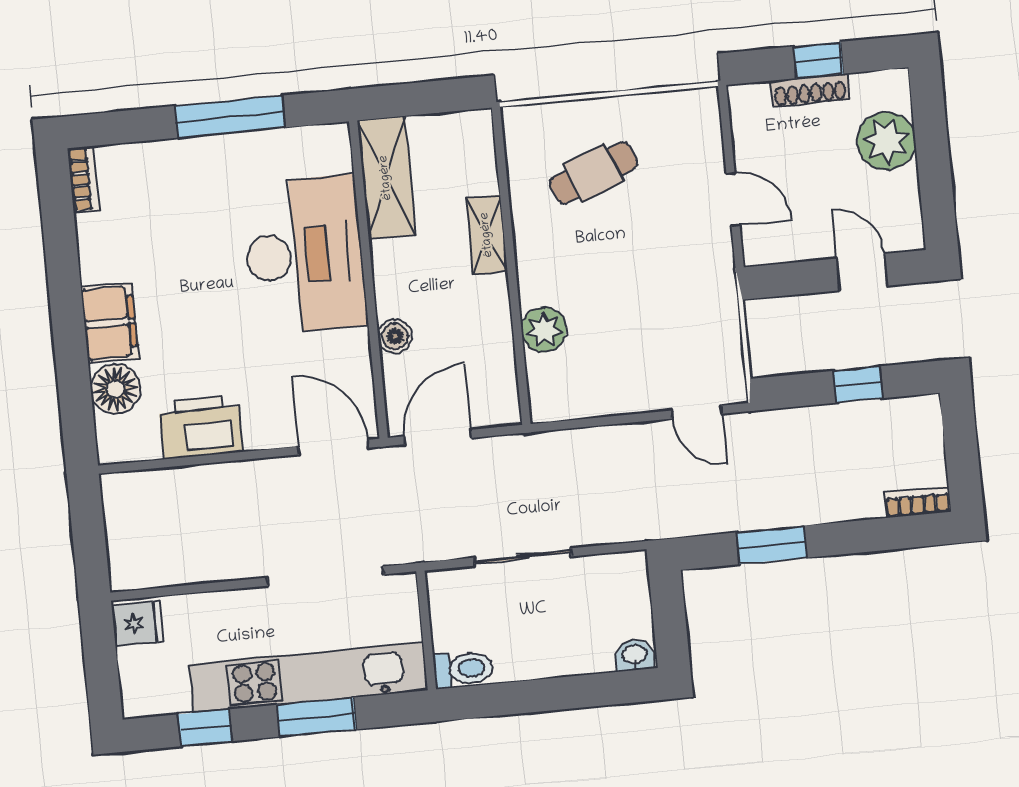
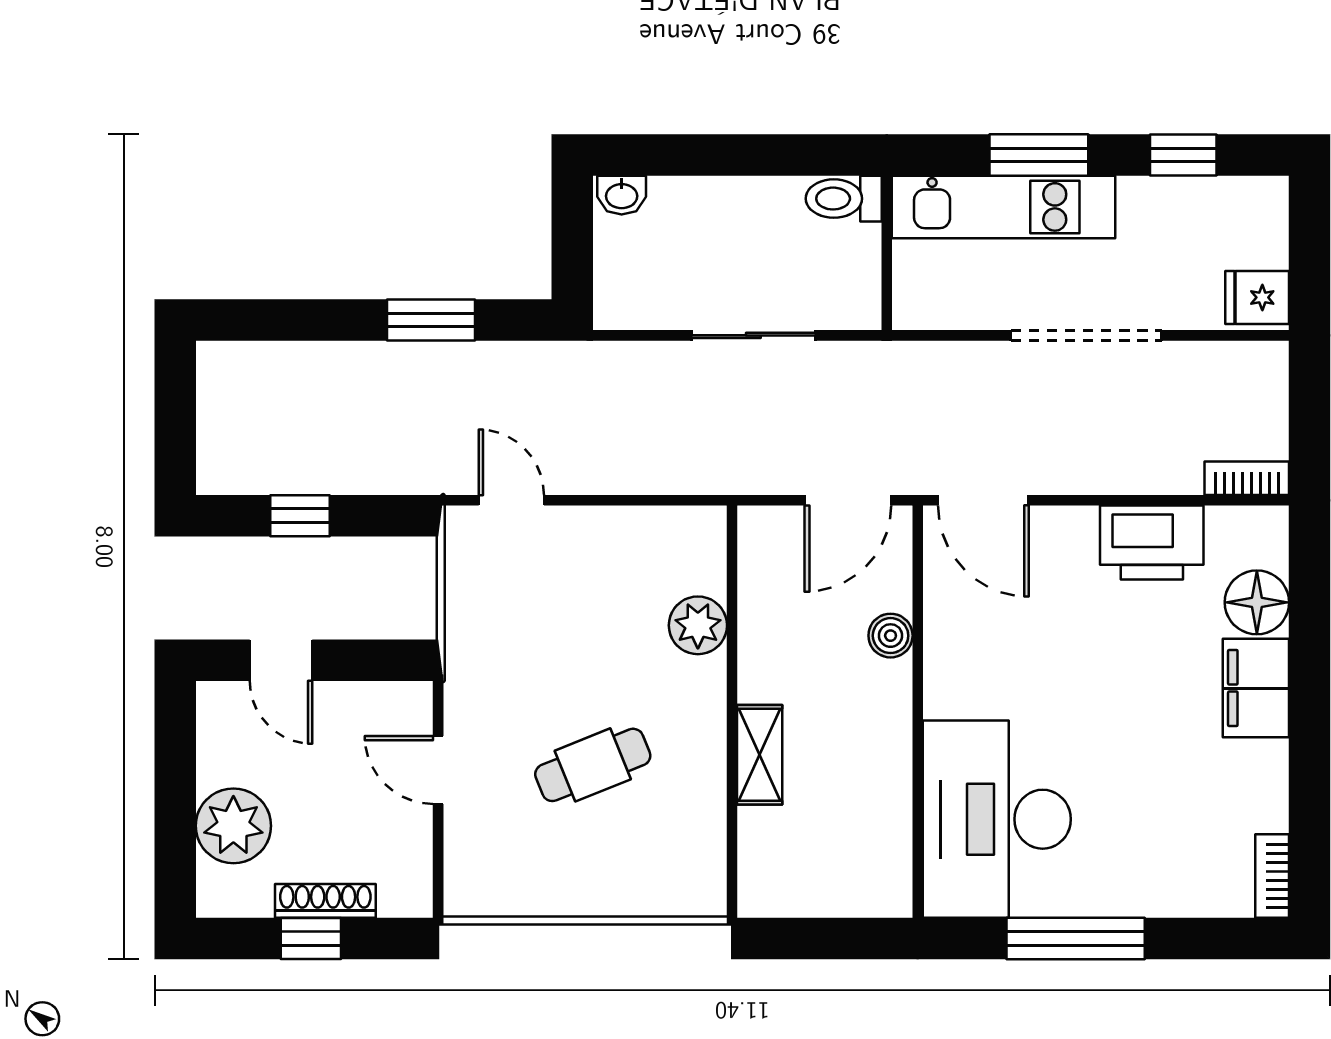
cafe table: (593, 173) -> (593, 765), moved
shelving: (386, 178) -> (882, 841), removed
desk: (305, 255) -> (997, 819), moved
bookcase: (918, 502) -> (1247, 478), moved, turned 180
doorway: (326, 576) -> (1086, 335), moved
kitchen unit: (308, 677) -> (1003, 207), width x0.73

